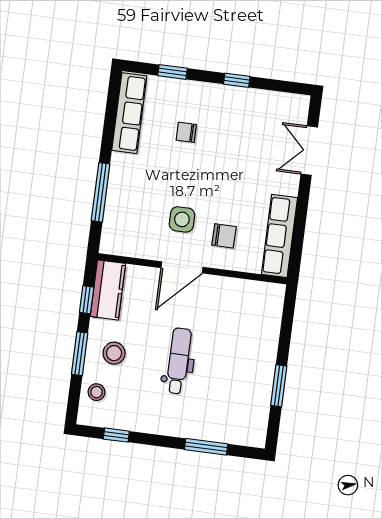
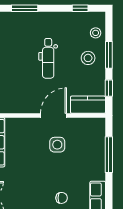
chair: (224, 236) -> (30, 138), removed
kitchen counter: (108, 290) -> (88, 105), moved, turned 90

